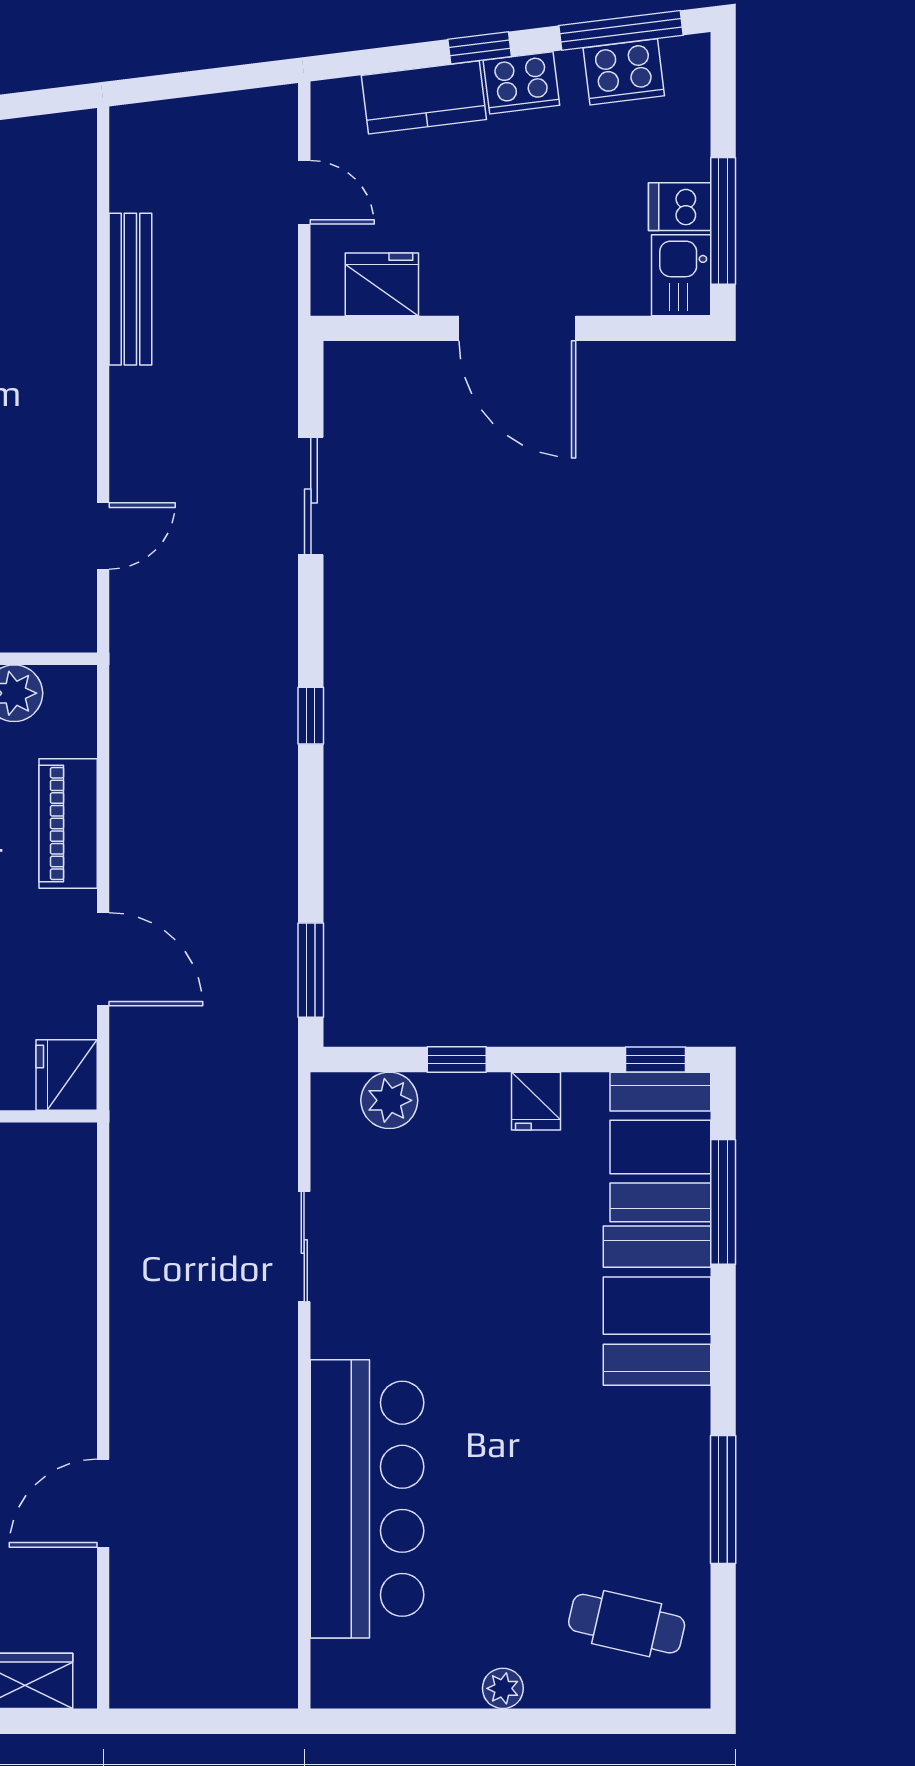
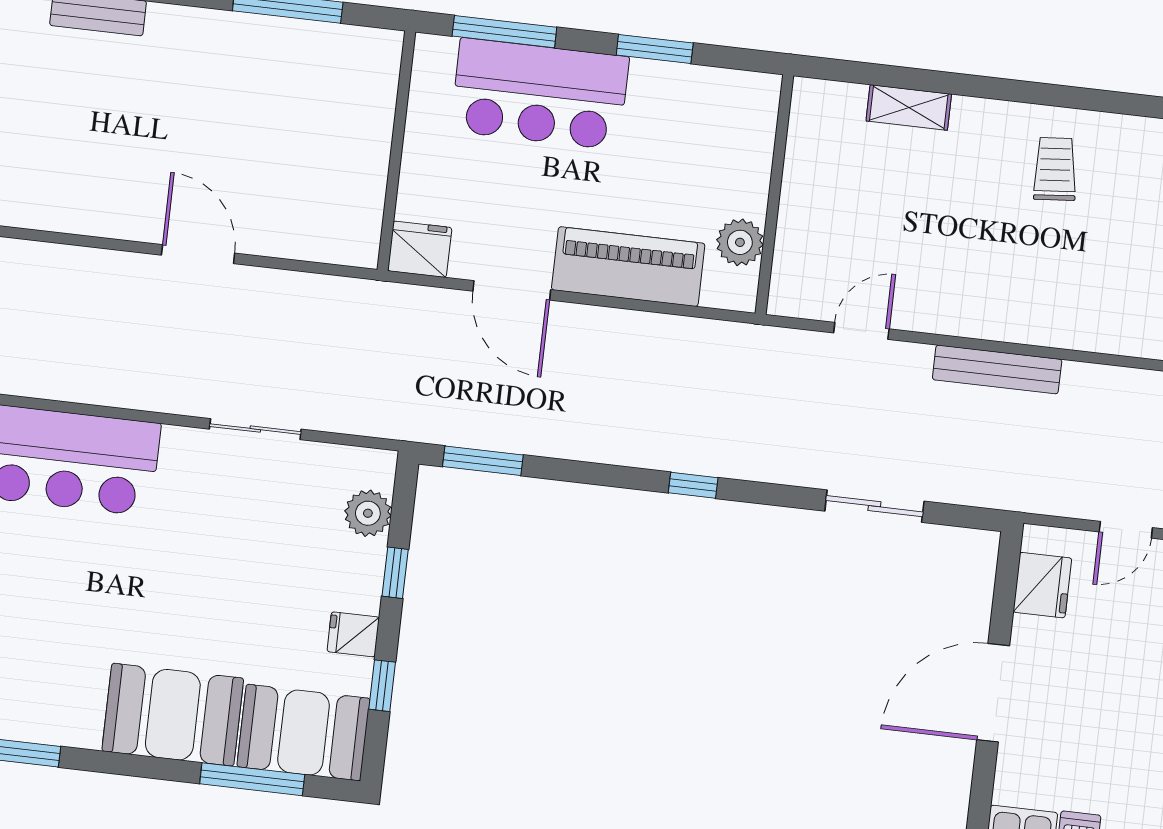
bench: (130, 289) -> (997, 369), moved
door: (103, 536) -> (861, 331), swing flipped
piano: (68, 823) -> (628, 267), width x1.37, depth x1.33
door: (103, 959) -> (512, 290), hinge flipped
window: (655, 1060) -> (382, 686), moved
door: (103, 1503) -> (198, 254), moved

